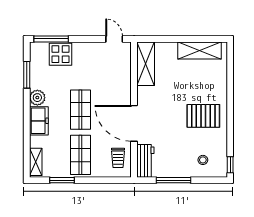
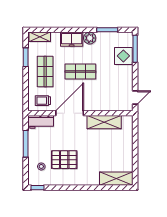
shelving: (200, 50) -> (116, 179), moved, turned 90
shelving: (146, 64) -> (104, 122), moved
pallet: (203, 116) -> (64, 160), moved, turned 90
shop shelf: (80, 155) -> (45, 71), turned 90

